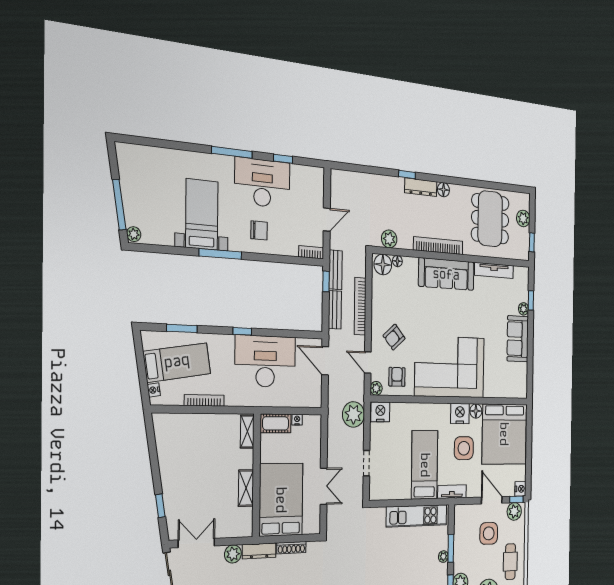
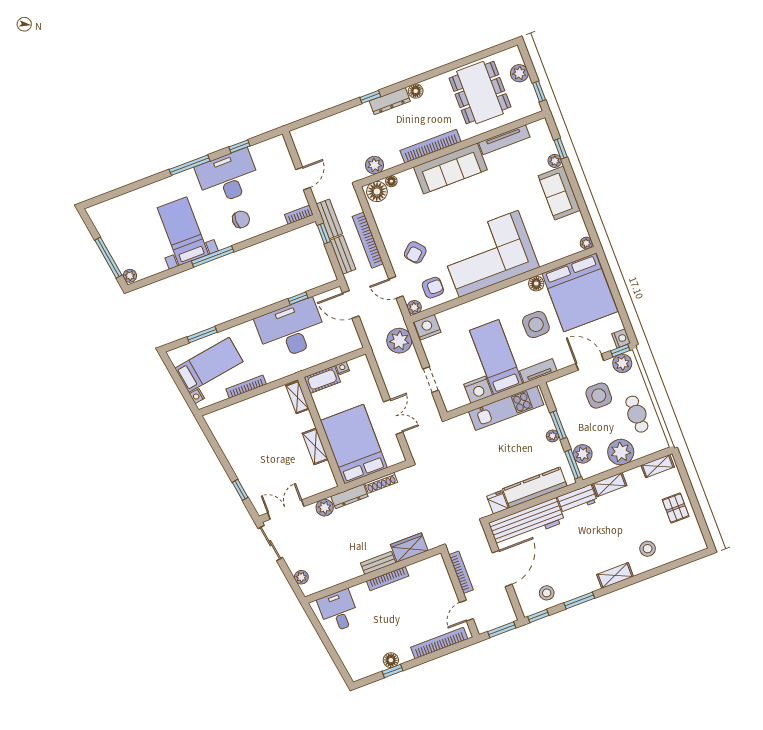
window: (242, 331) -> (298, 298), moved
armchair: (397, 377) -> (433, 288), turned 90
plant: (523, 393) -> (586, 243), added
nightstand: (460, 414) -> (478, 390), moved, turned 180

